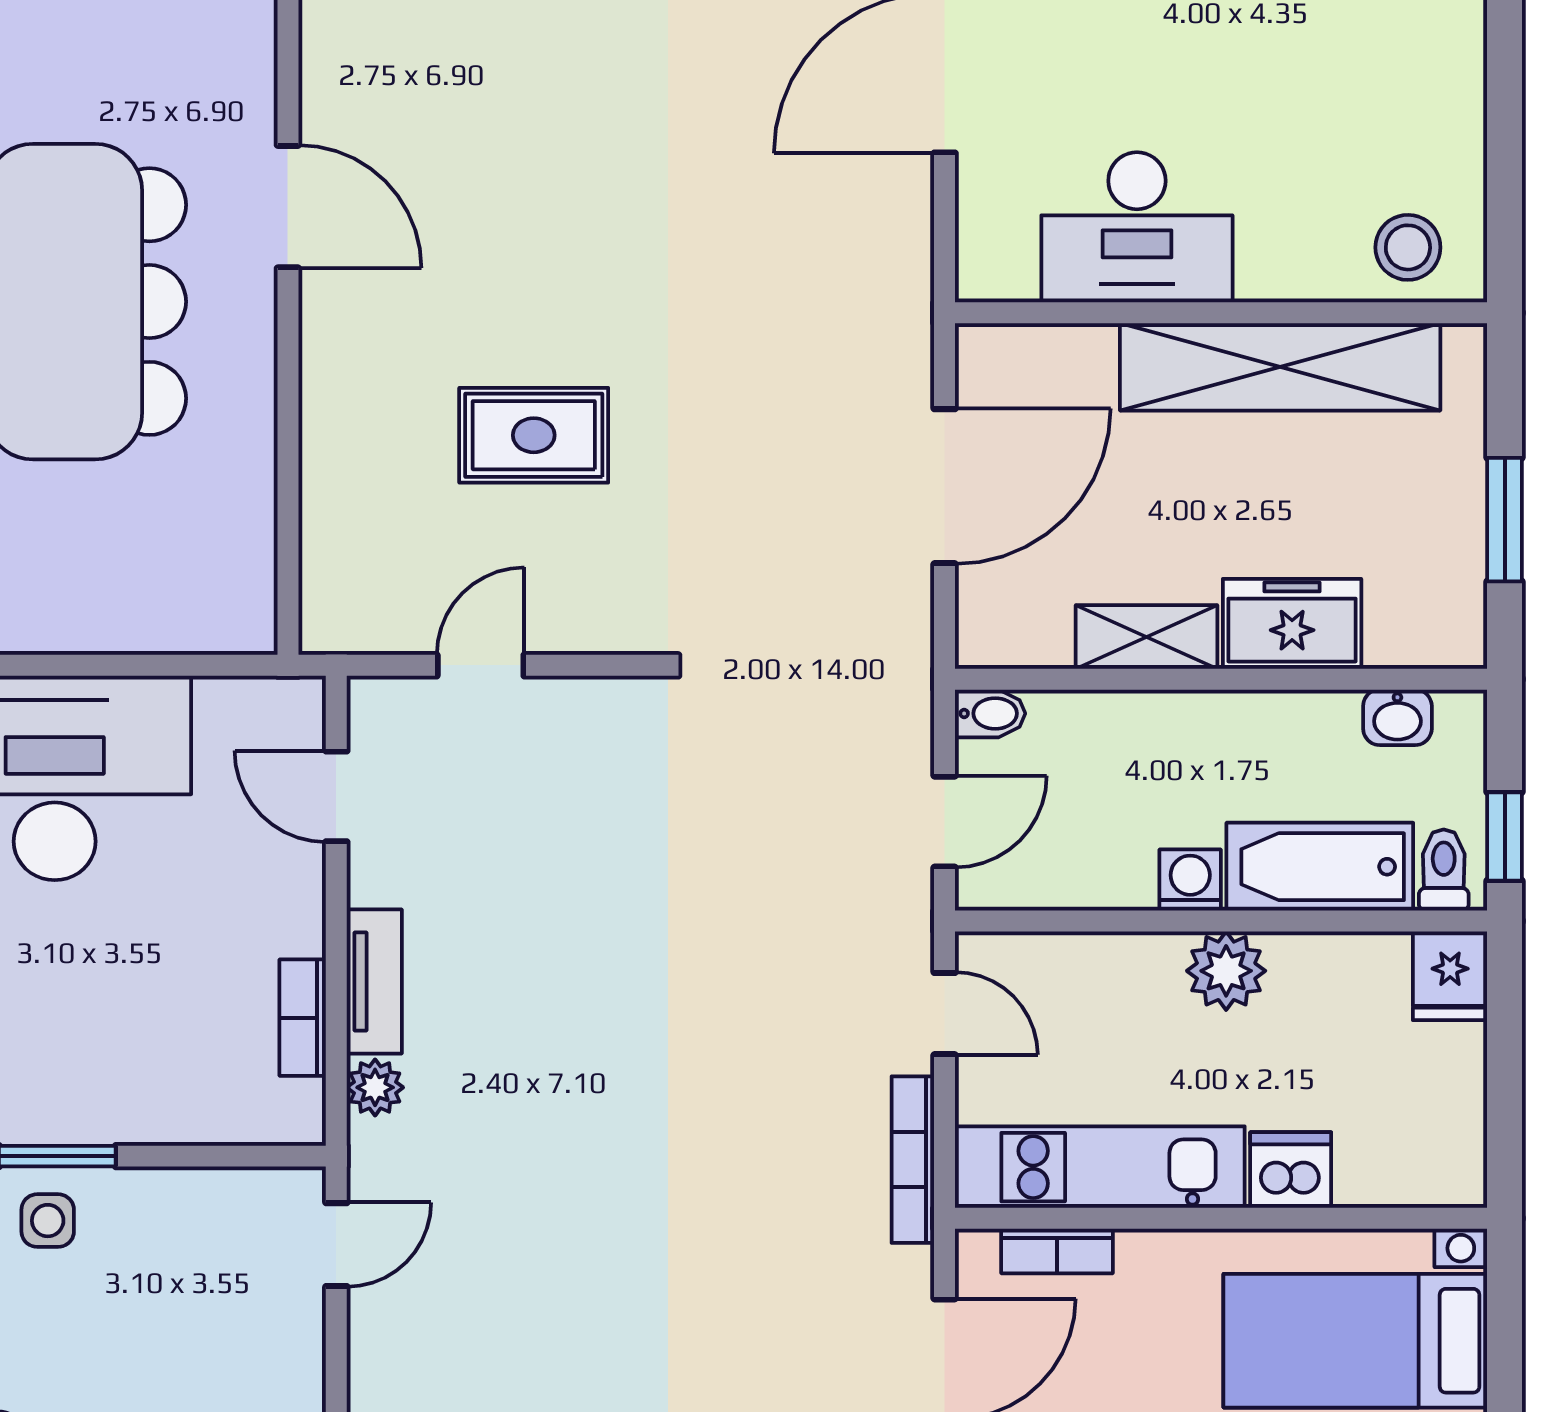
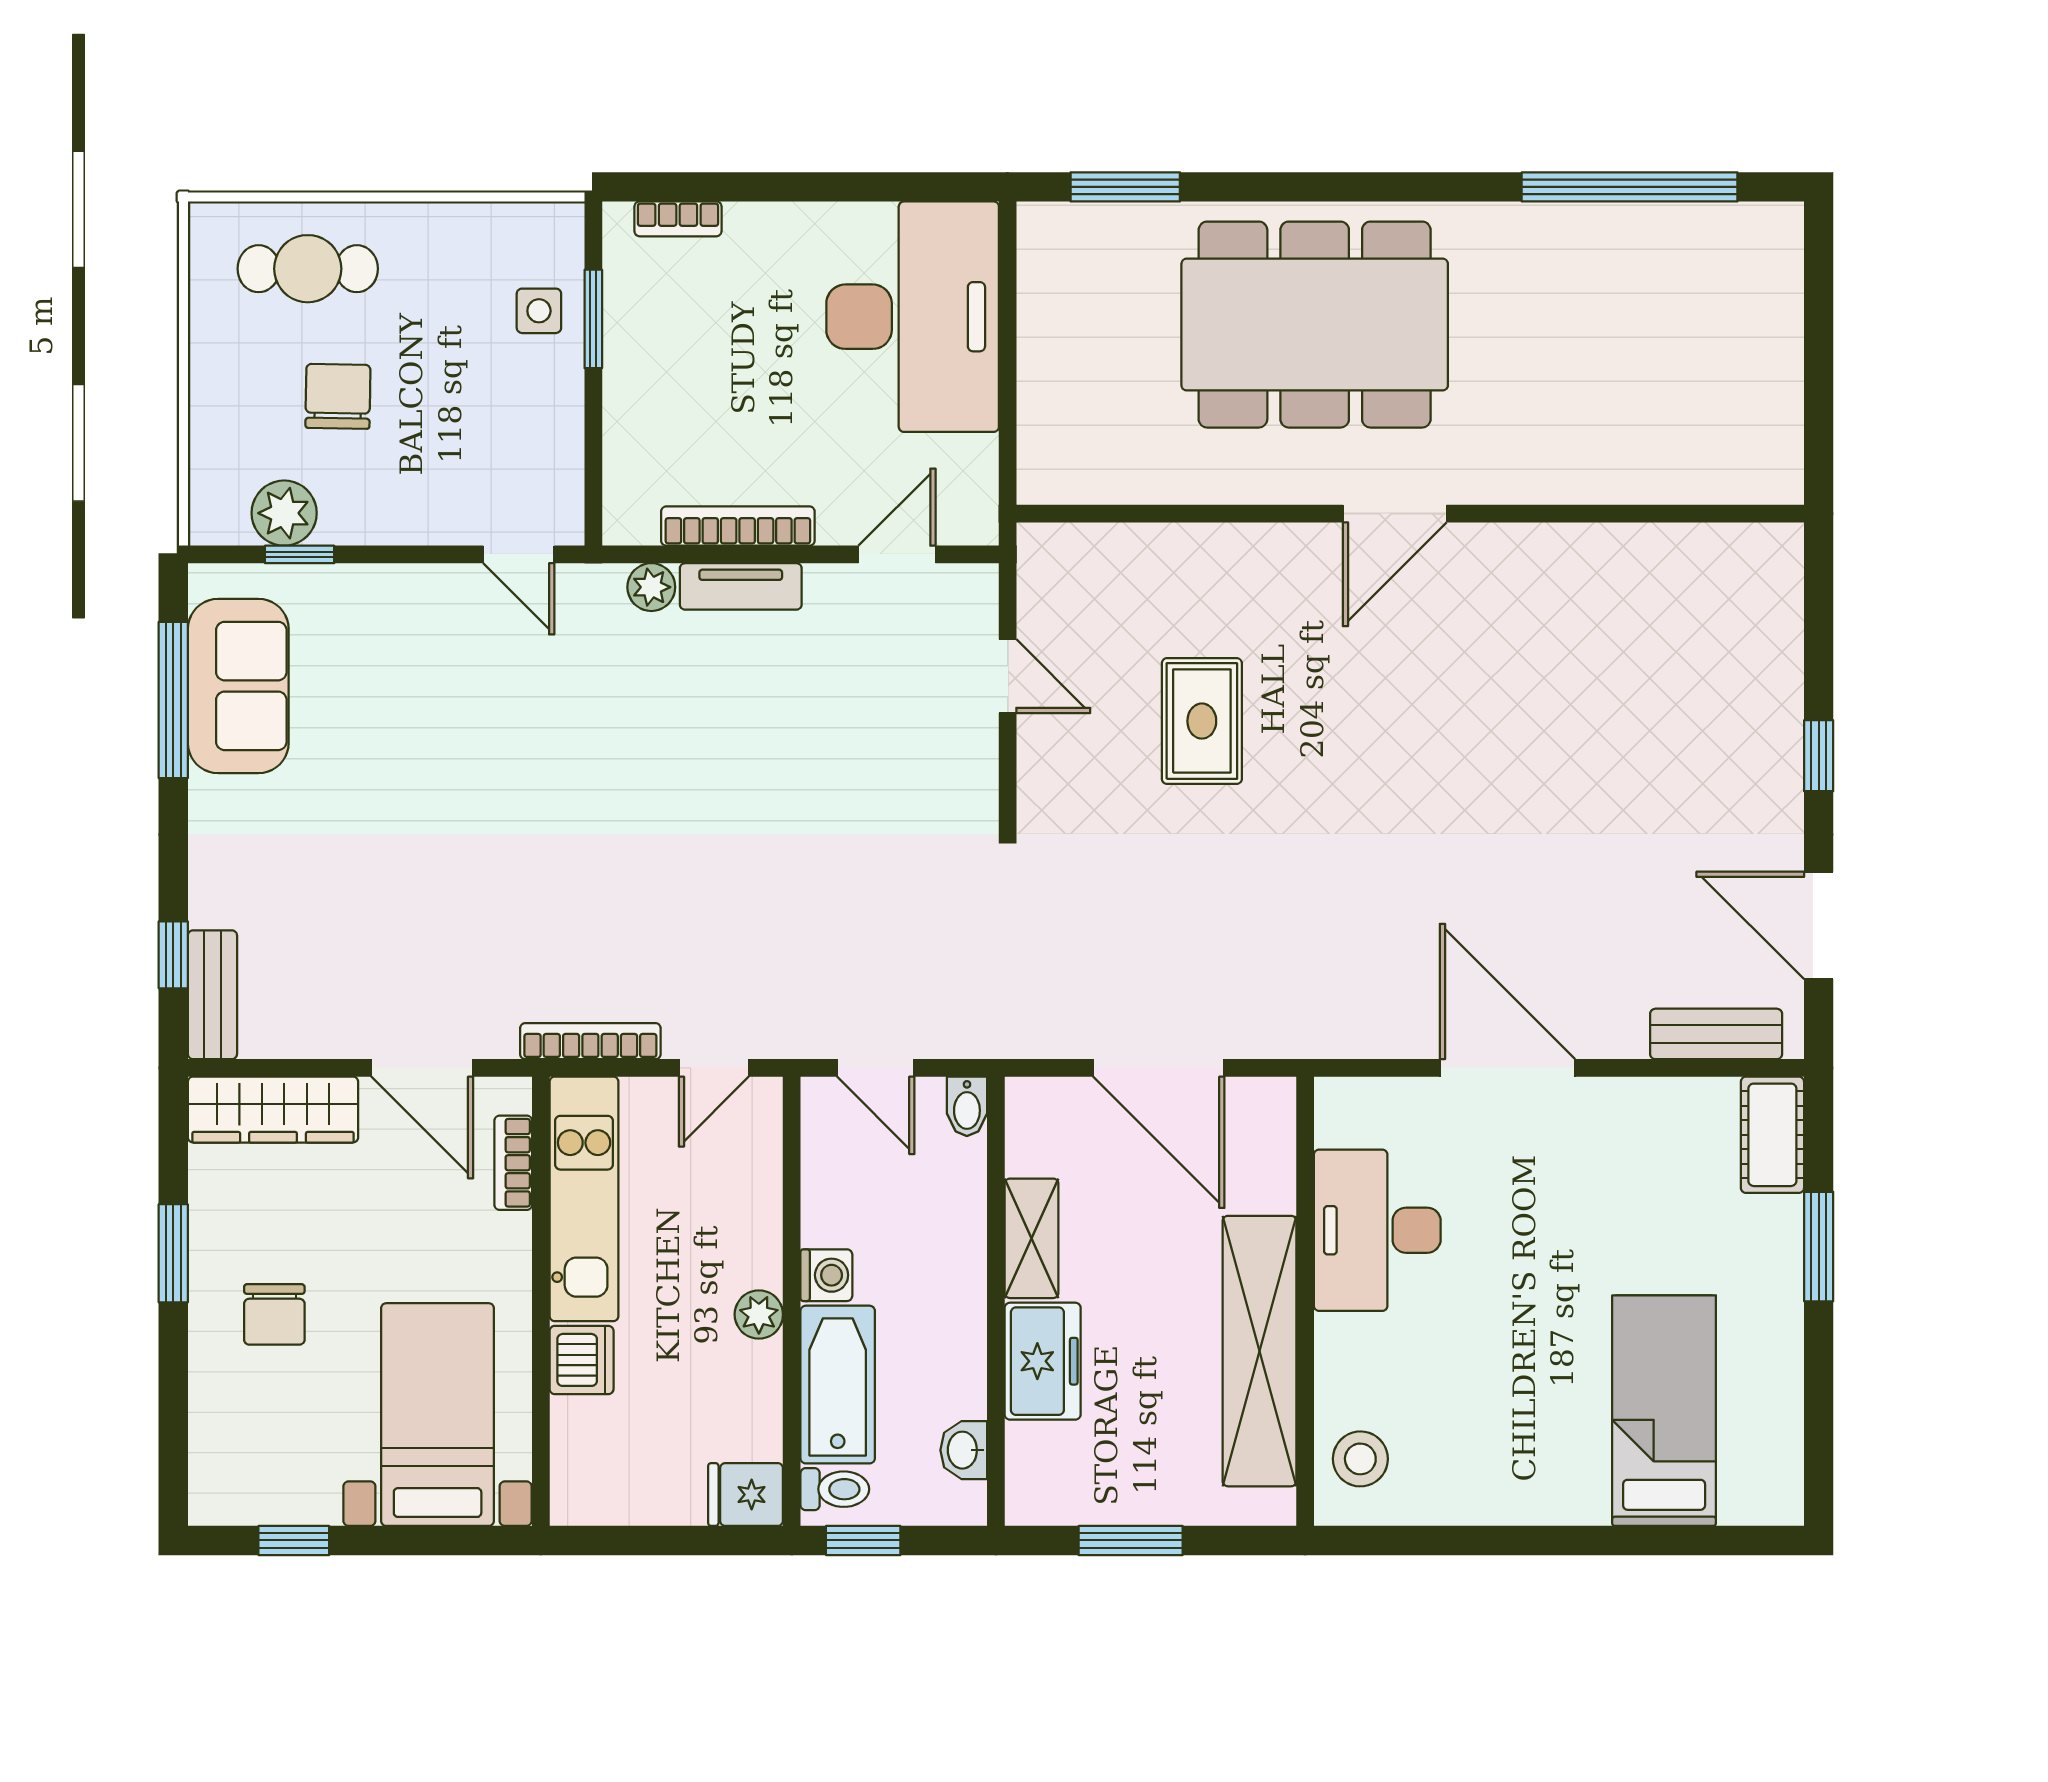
plant: (1226, 971) -> (759, 1314), width x0.73, depth x0.73
bookcase: (303, 1018) -> (738, 526), width x1.56

